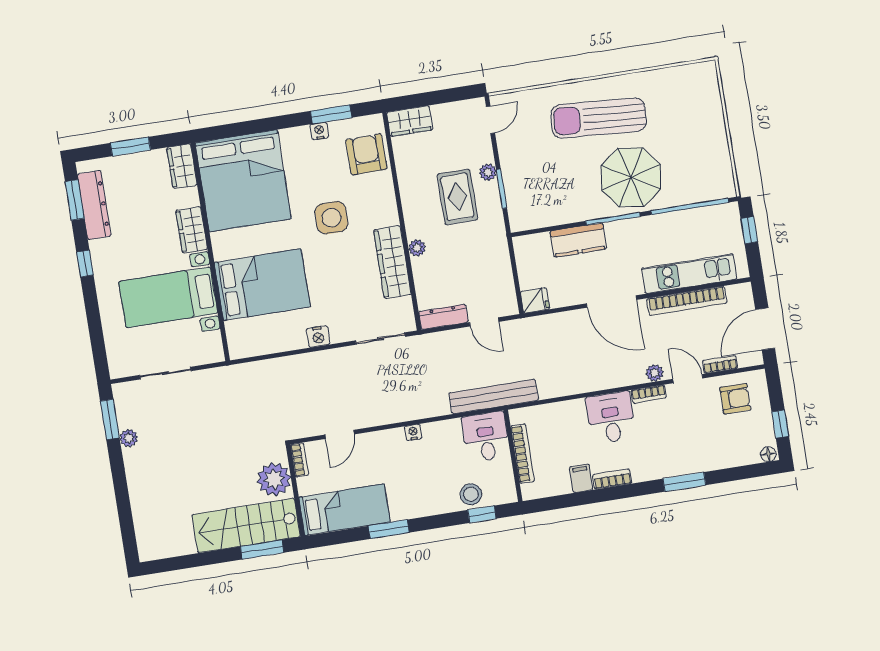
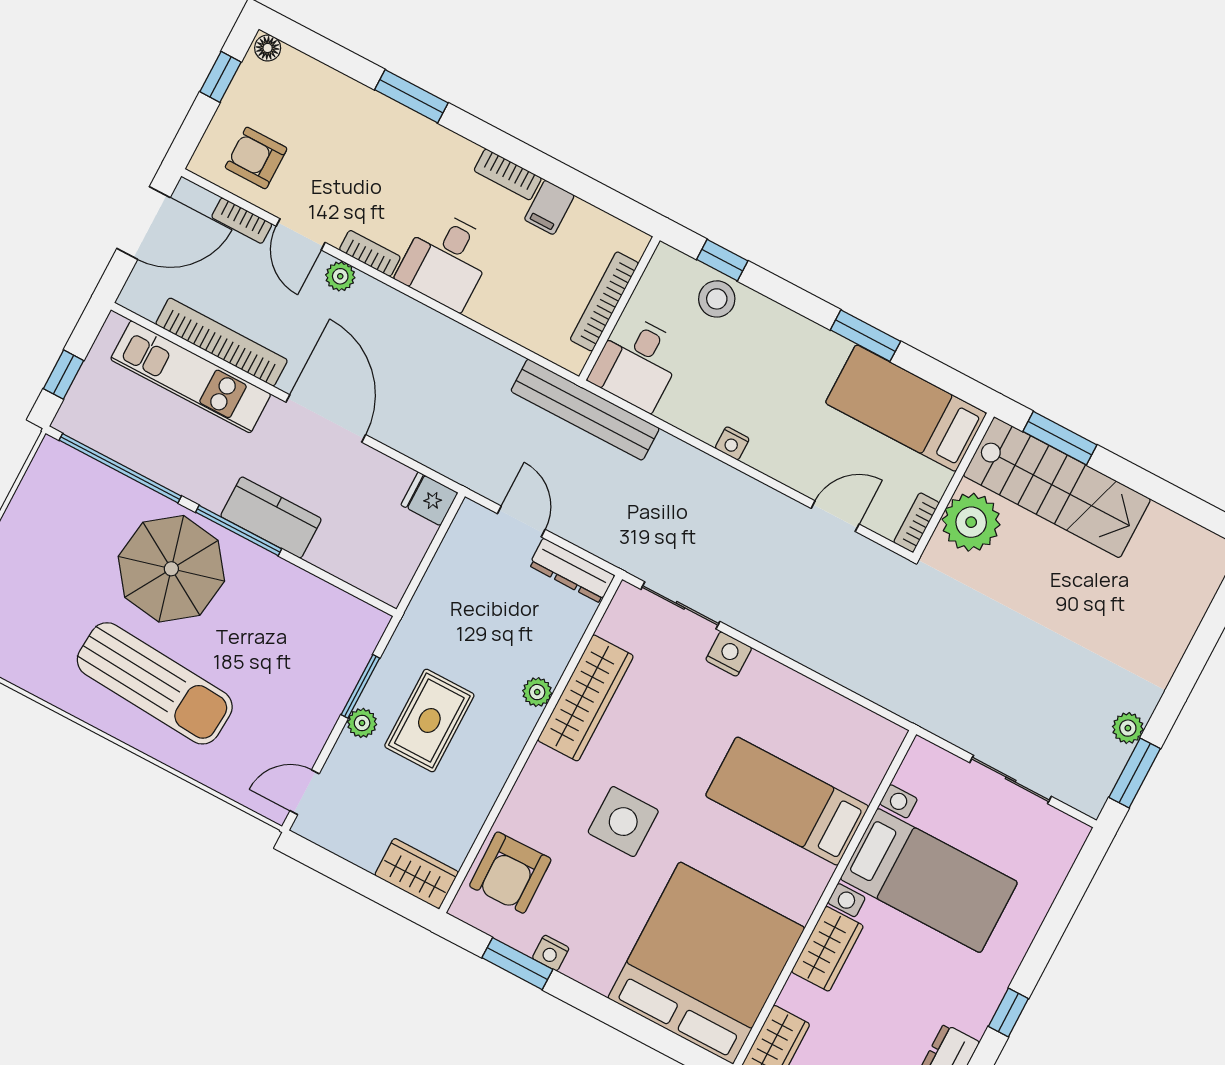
kitchen counter: (578, 240) -> (271, 517), moved
bed: (262, 285) -> (787, 801), width x0.67
nightstand: (318, 337) -> (729, 654), moved

